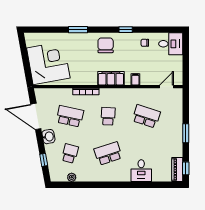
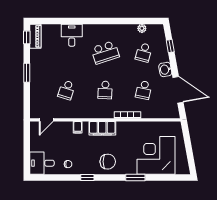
chair: (106, 45) -> (108, 162), turned -90
corner desk: (48, 63) -> (156, 155), moved, turned 100
school desk: (70, 116) -> (144, 90), width x0.54
school desk: (146, 116) -> (67, 90), width x0.54

